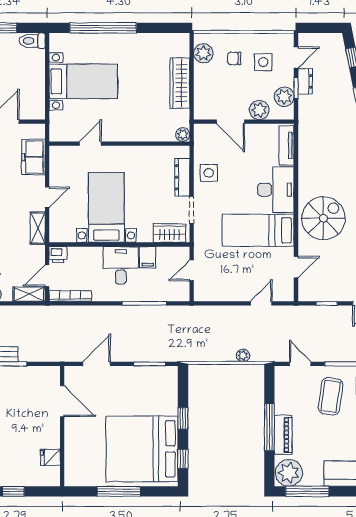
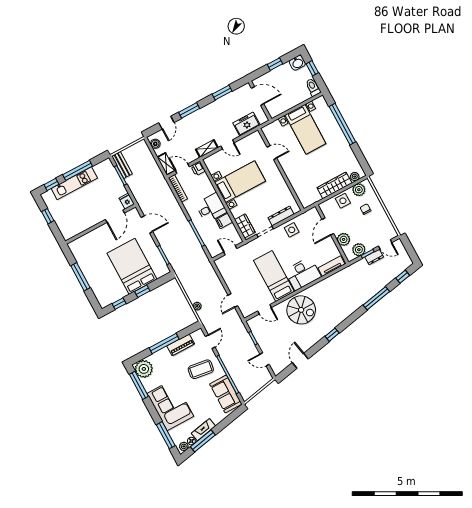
side table: (263, 62) -> (343, 201), moved
plant: (183, 135) -> (355, 177), moved
door: (261, 303) -> (233, 300), swing flipped
piano: (283, 435) -> (181, 345), moved
bed: (142, 449) -> (132, 266), moved, width x0.73
fridge: (50, 457) -> (127, 201), moved

